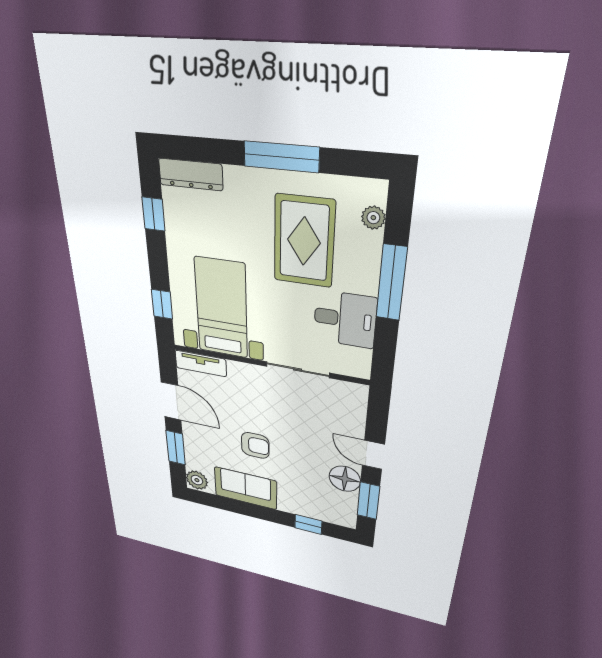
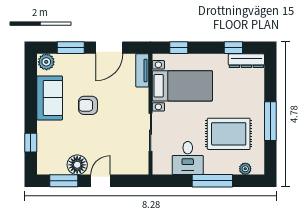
dresser: (191, 174) -> (246, 61), moved, turned -90
armchair: (255, 445) -> (88, 105), turned 90

